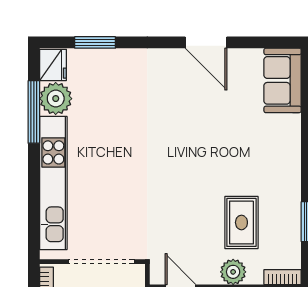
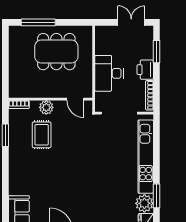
window: (34, 112) -> (156, 196), width x0.69

